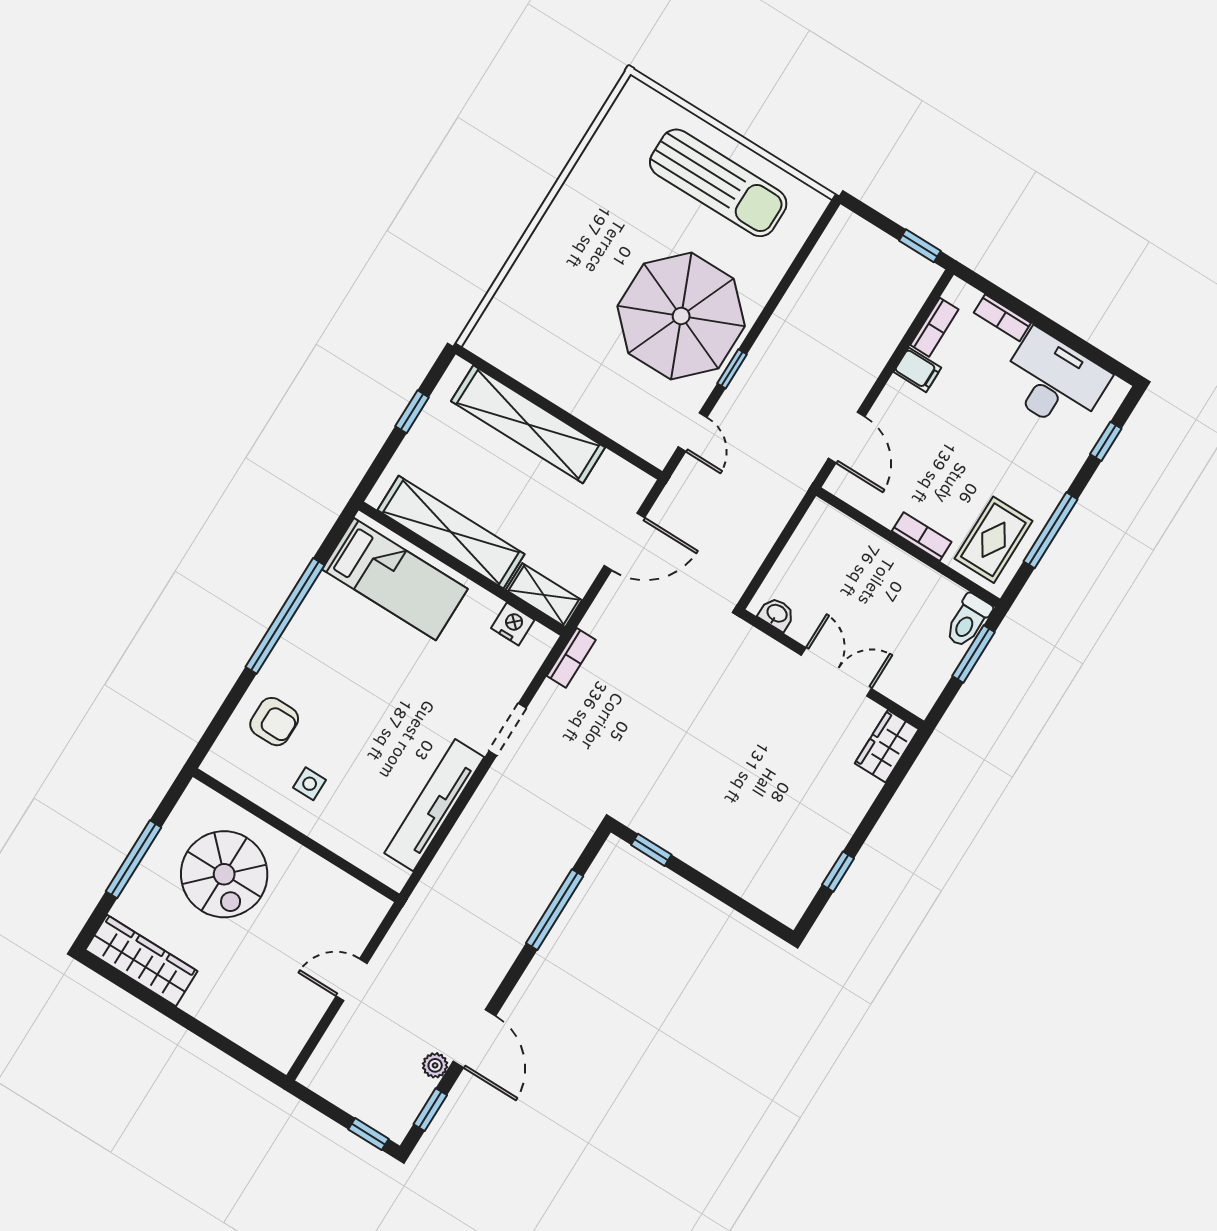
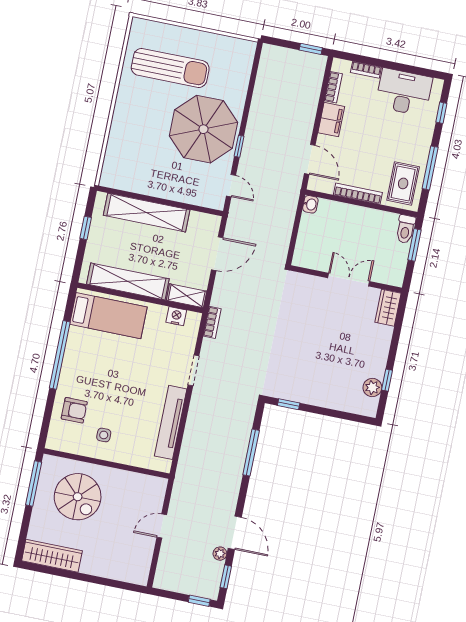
sun lounger: (718, 183) -> (170, 68), moved
filing cabinet: (917, 370) -> (331, 120), width x2.00
bookcase: (922, 537) -> (358, 194), width x1.56
washbasin: (777, 614) -> (310, 204), moved, turned 90
window: (133, 859) -> (34, 484), moved
plant: (808, 875) -> (372, 388), added

